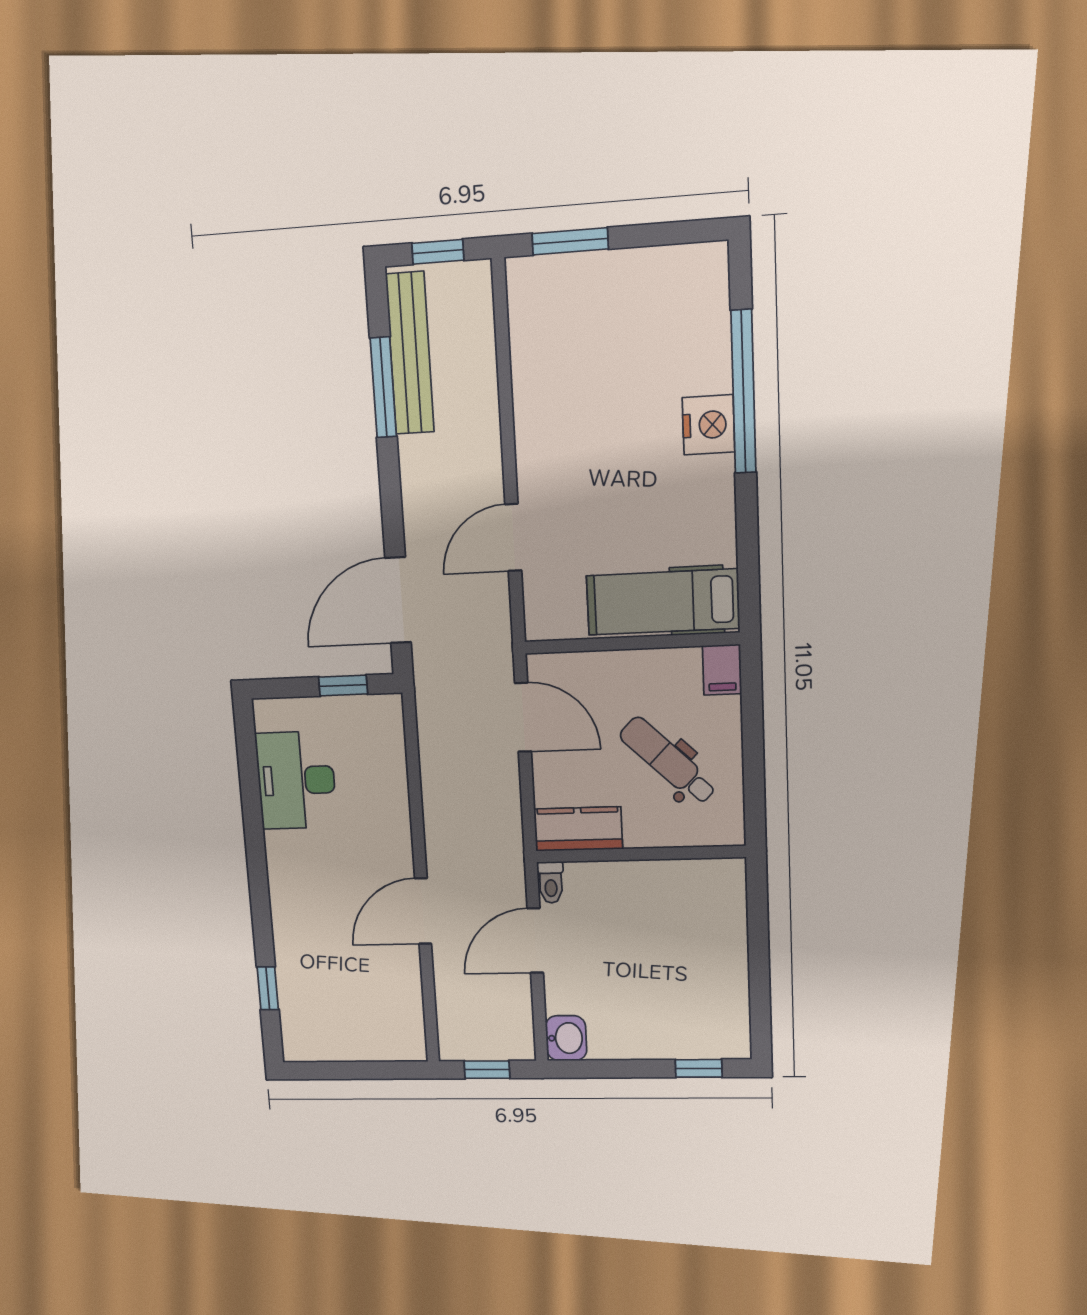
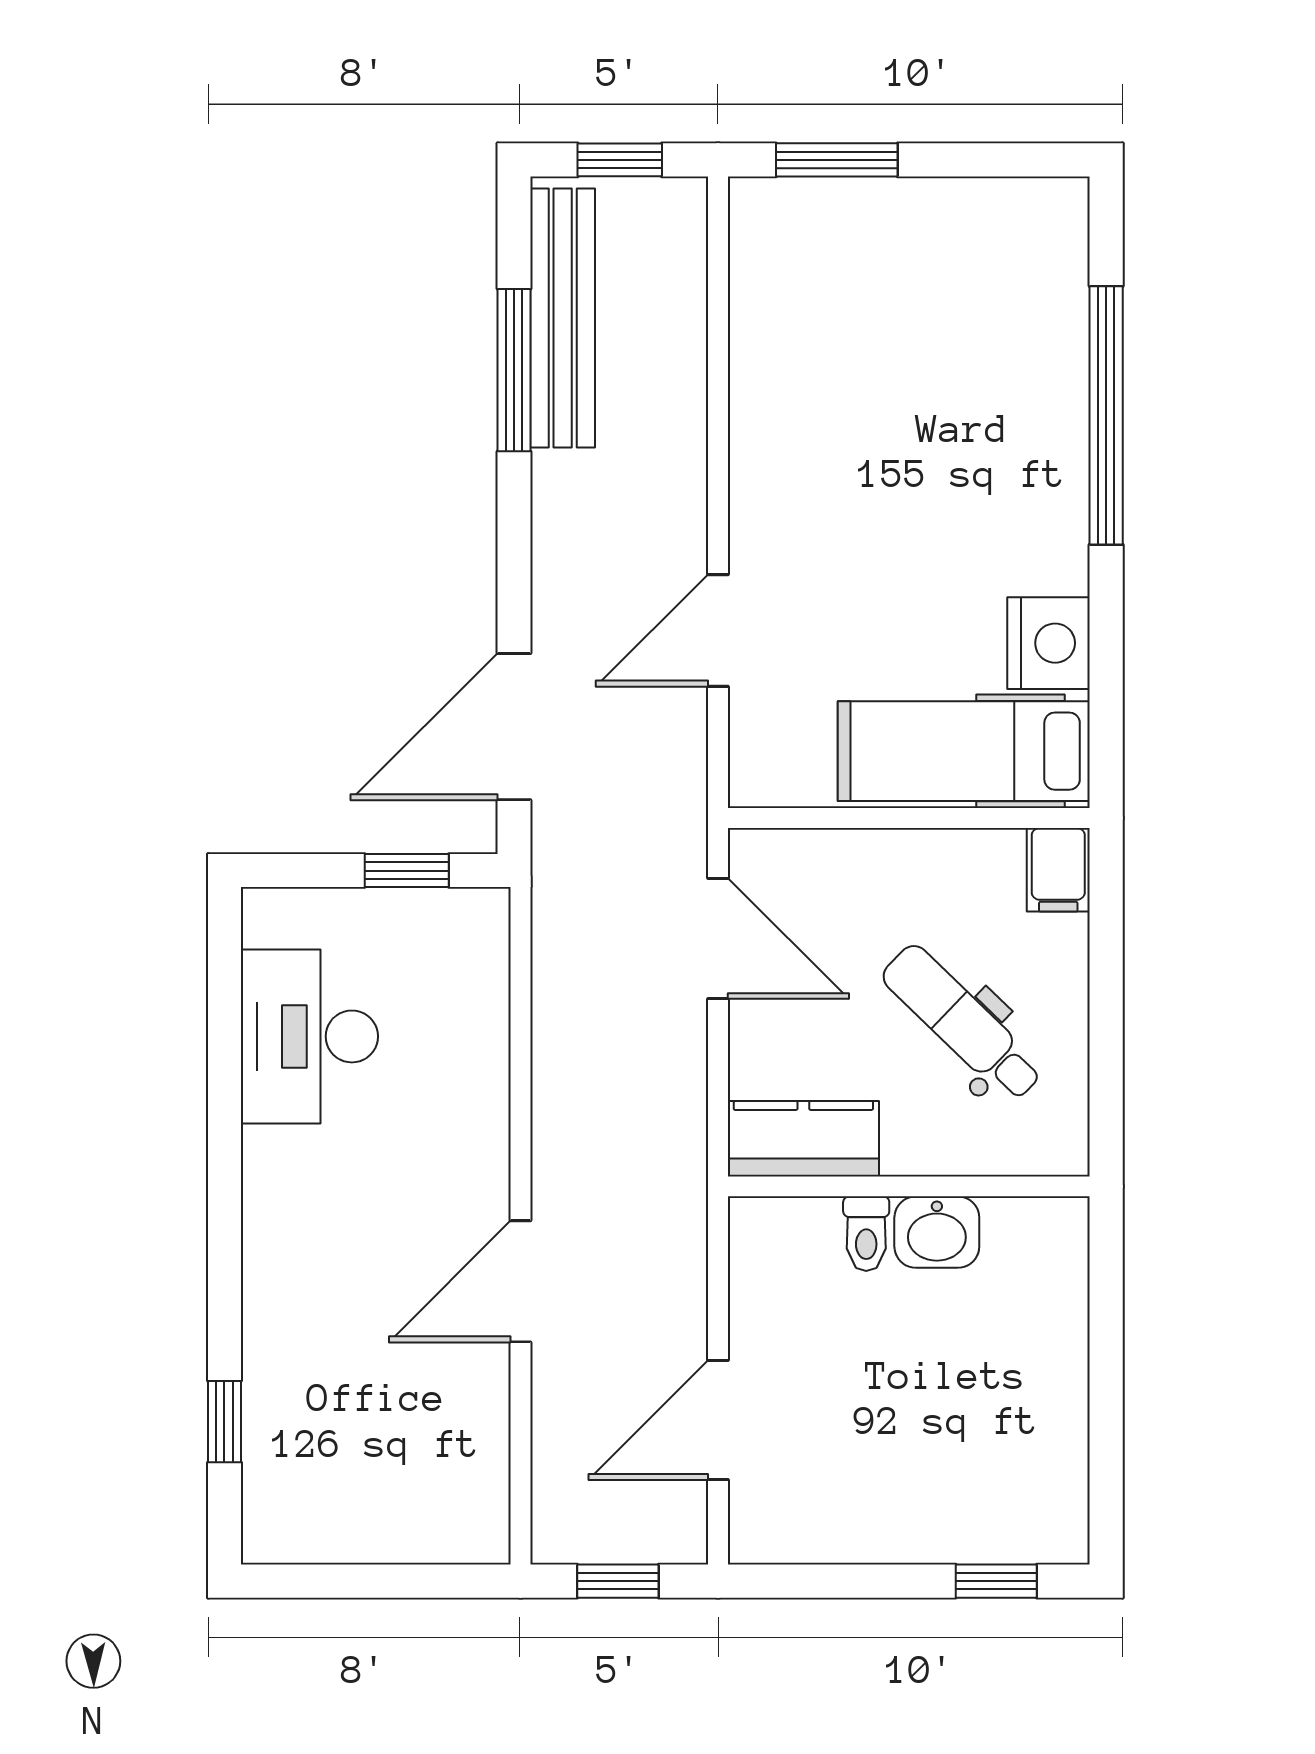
nightstand: (709, 425) -> (1049, 643), moved
toilet: (551, 882) -> (866, 1234), moved
door: (535, 941) -> (718, 1420), moved
washbasin: (566, 1038) -> (937, 1232), moved, turned 90

